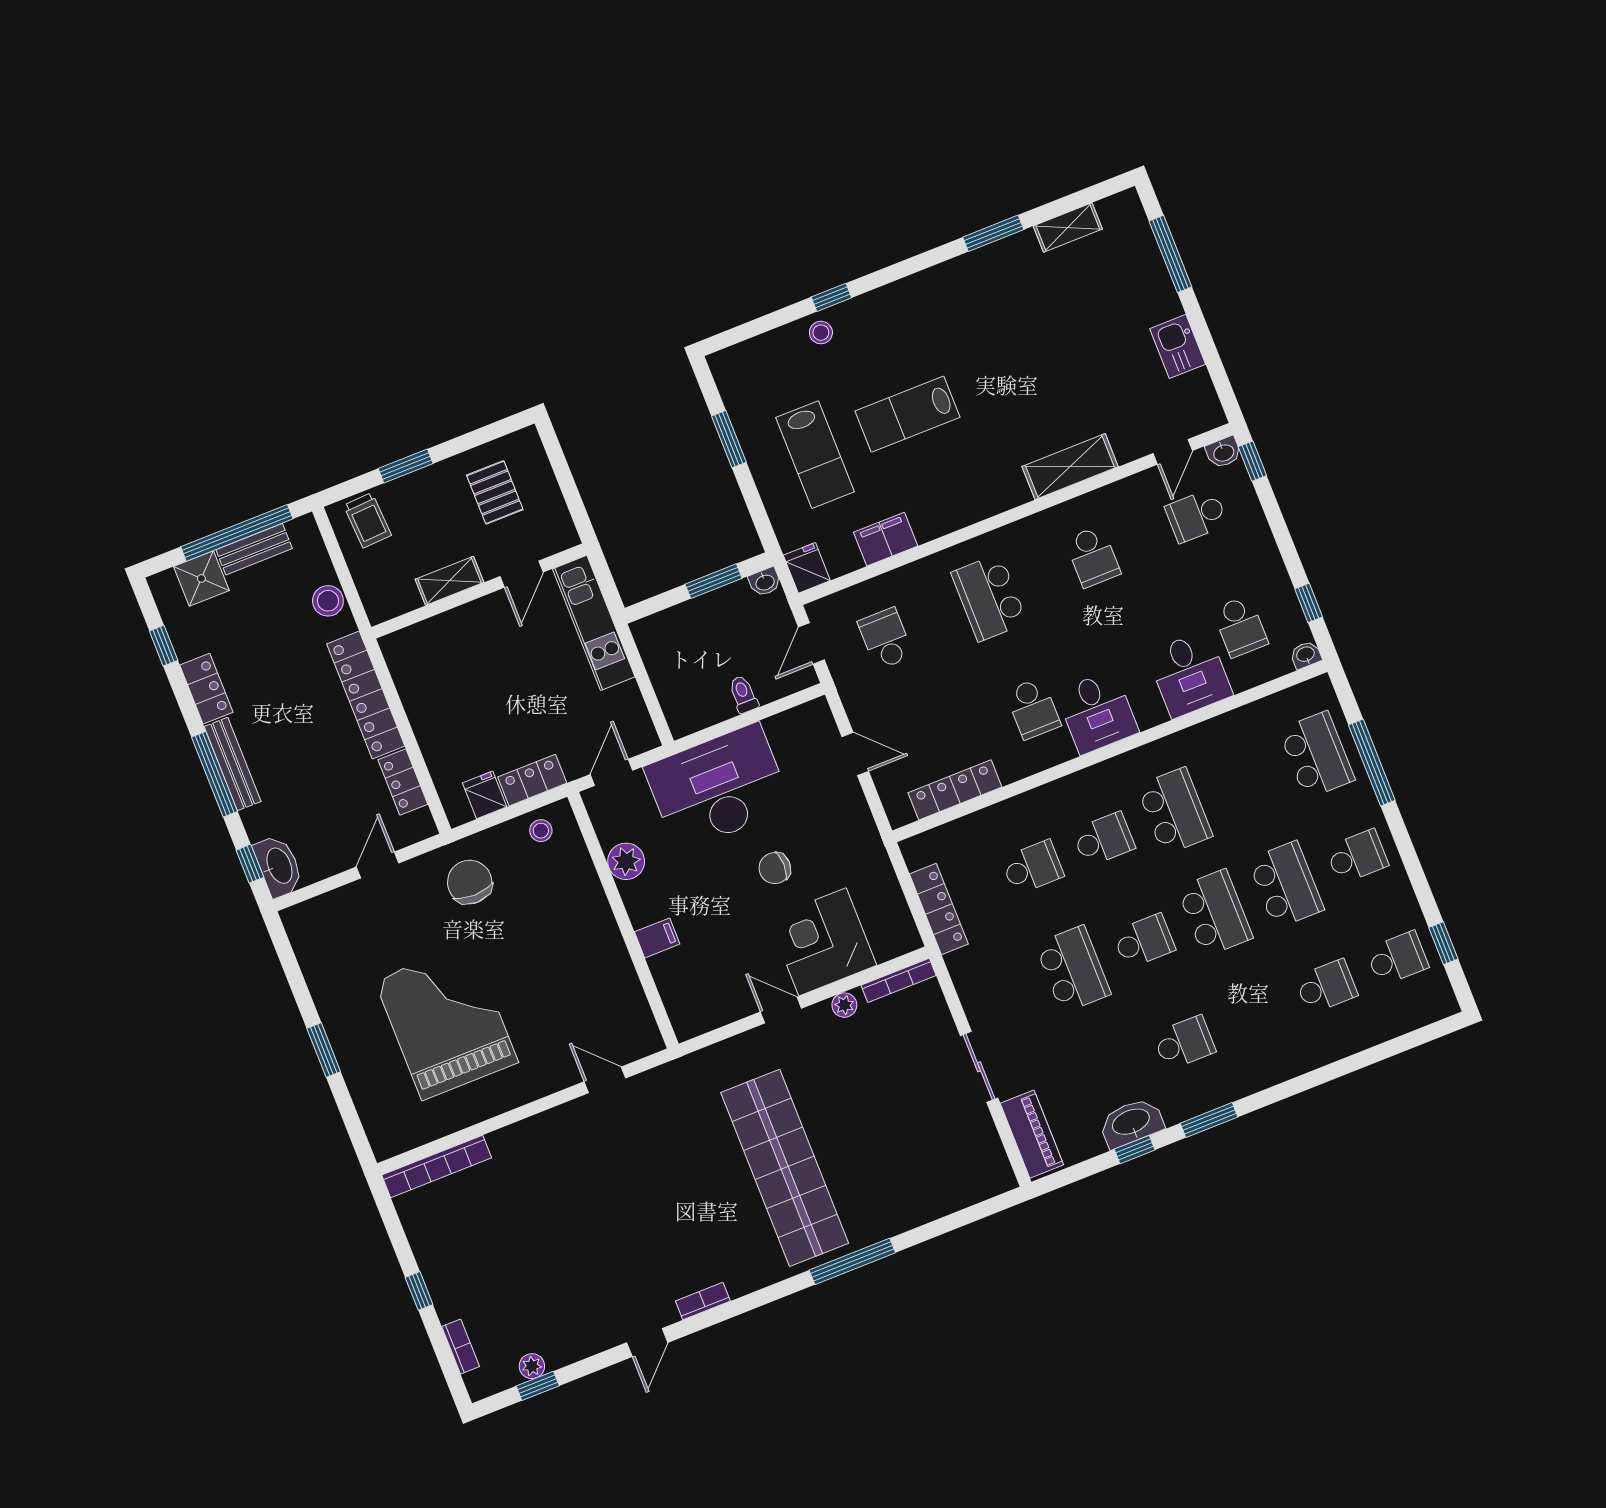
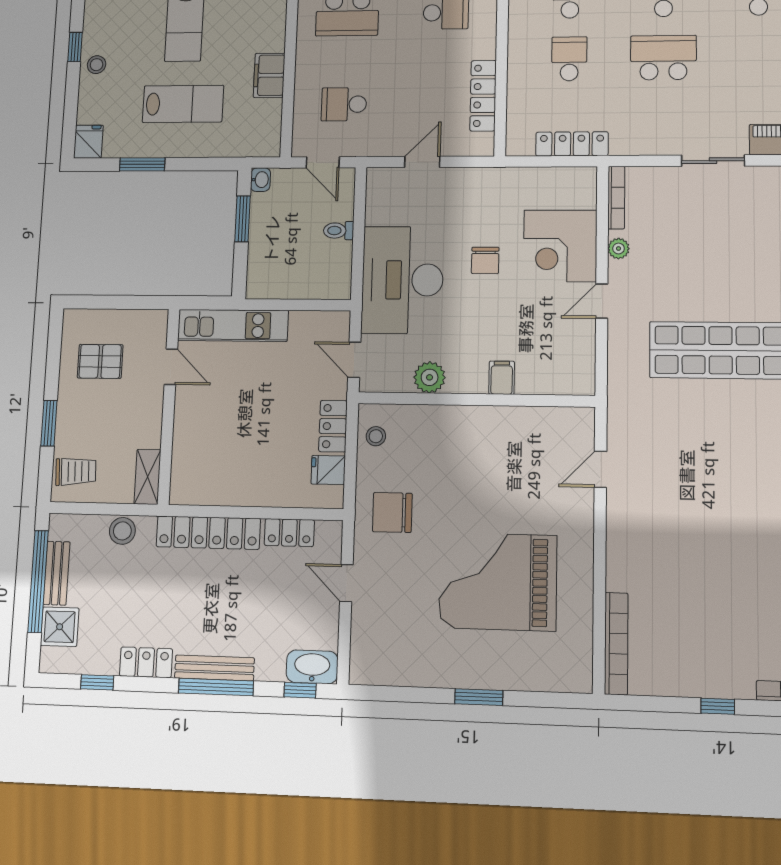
fridge: (807, 568) -> (88, 142), moved, turned 90
shelving: (449, 581) -> (147, 477), moved

